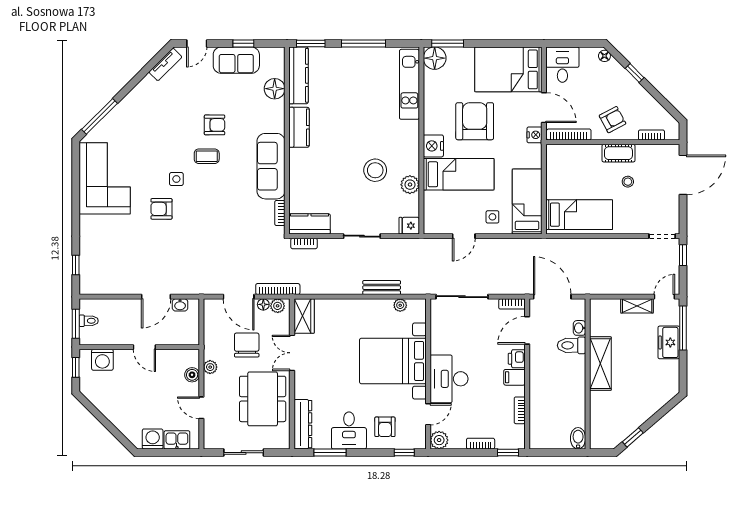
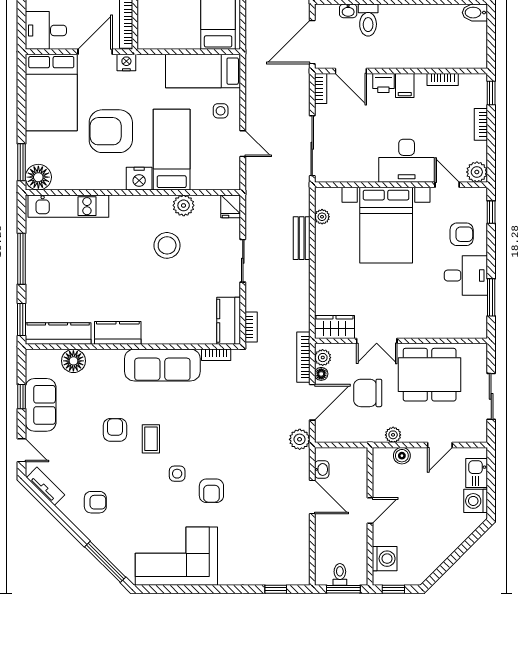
armchair: (152, 108) -> (95, 502), added
plant: (206, 286) -> (300, 439), added
dresser: (303, 424) -> (459, 328), removed

